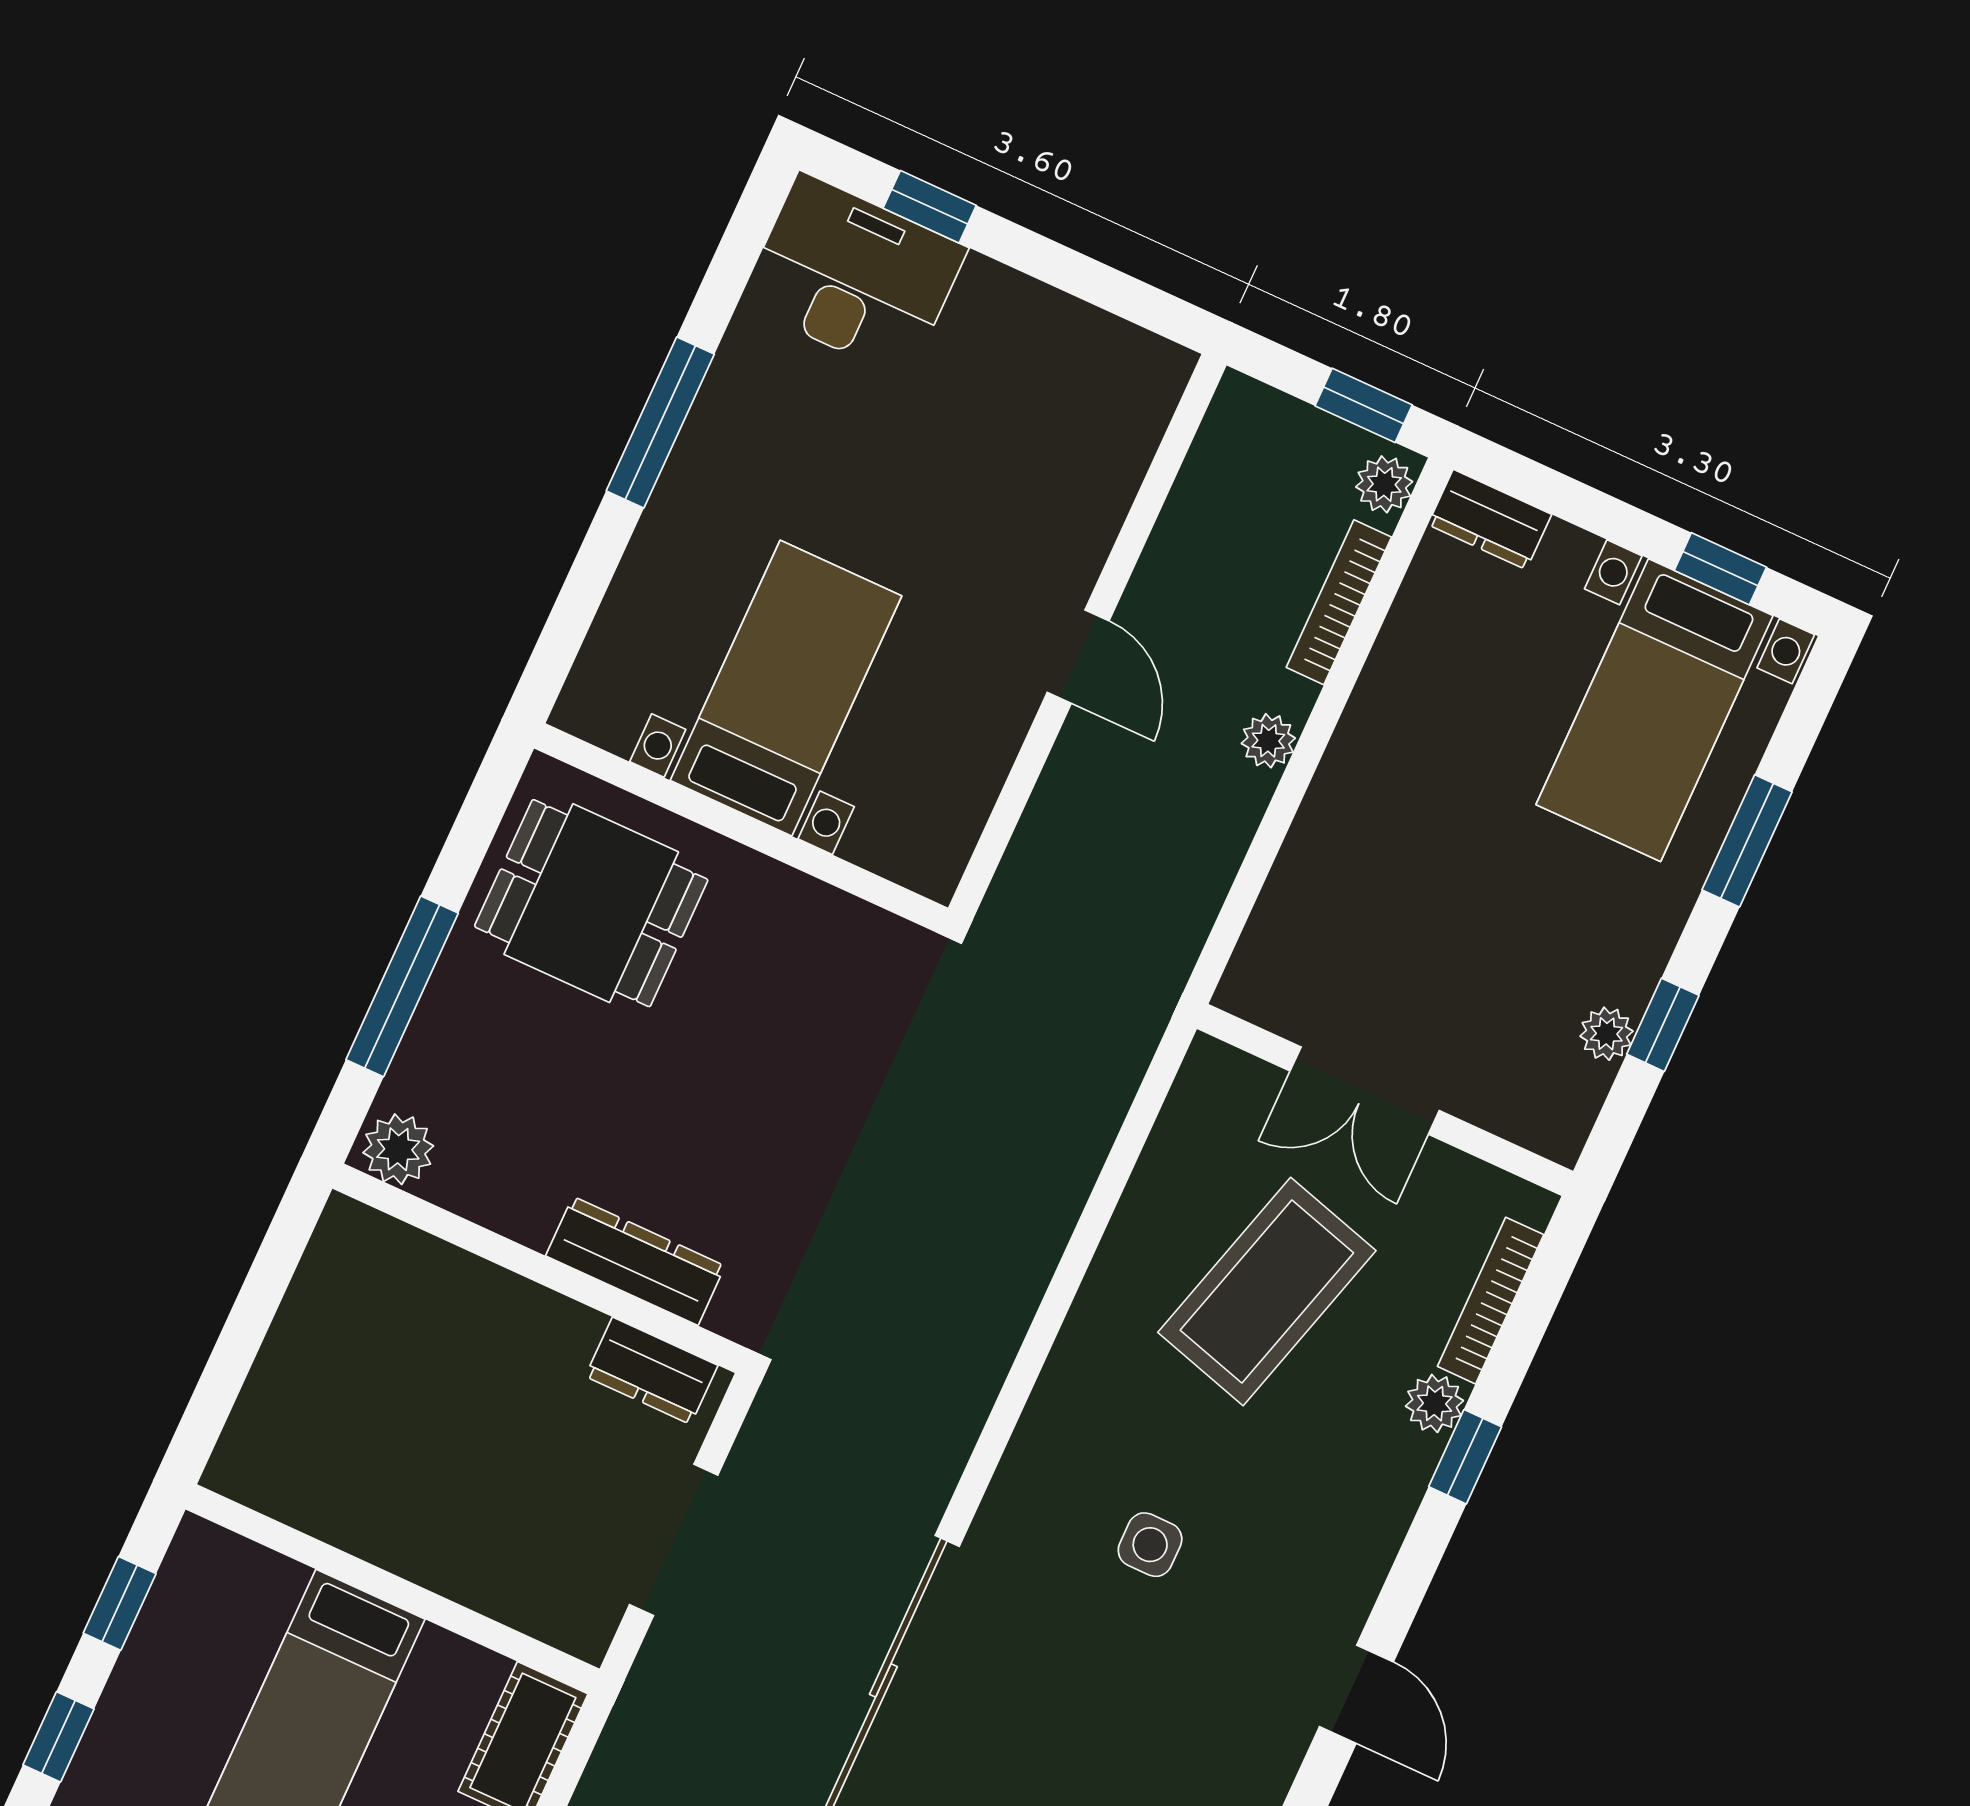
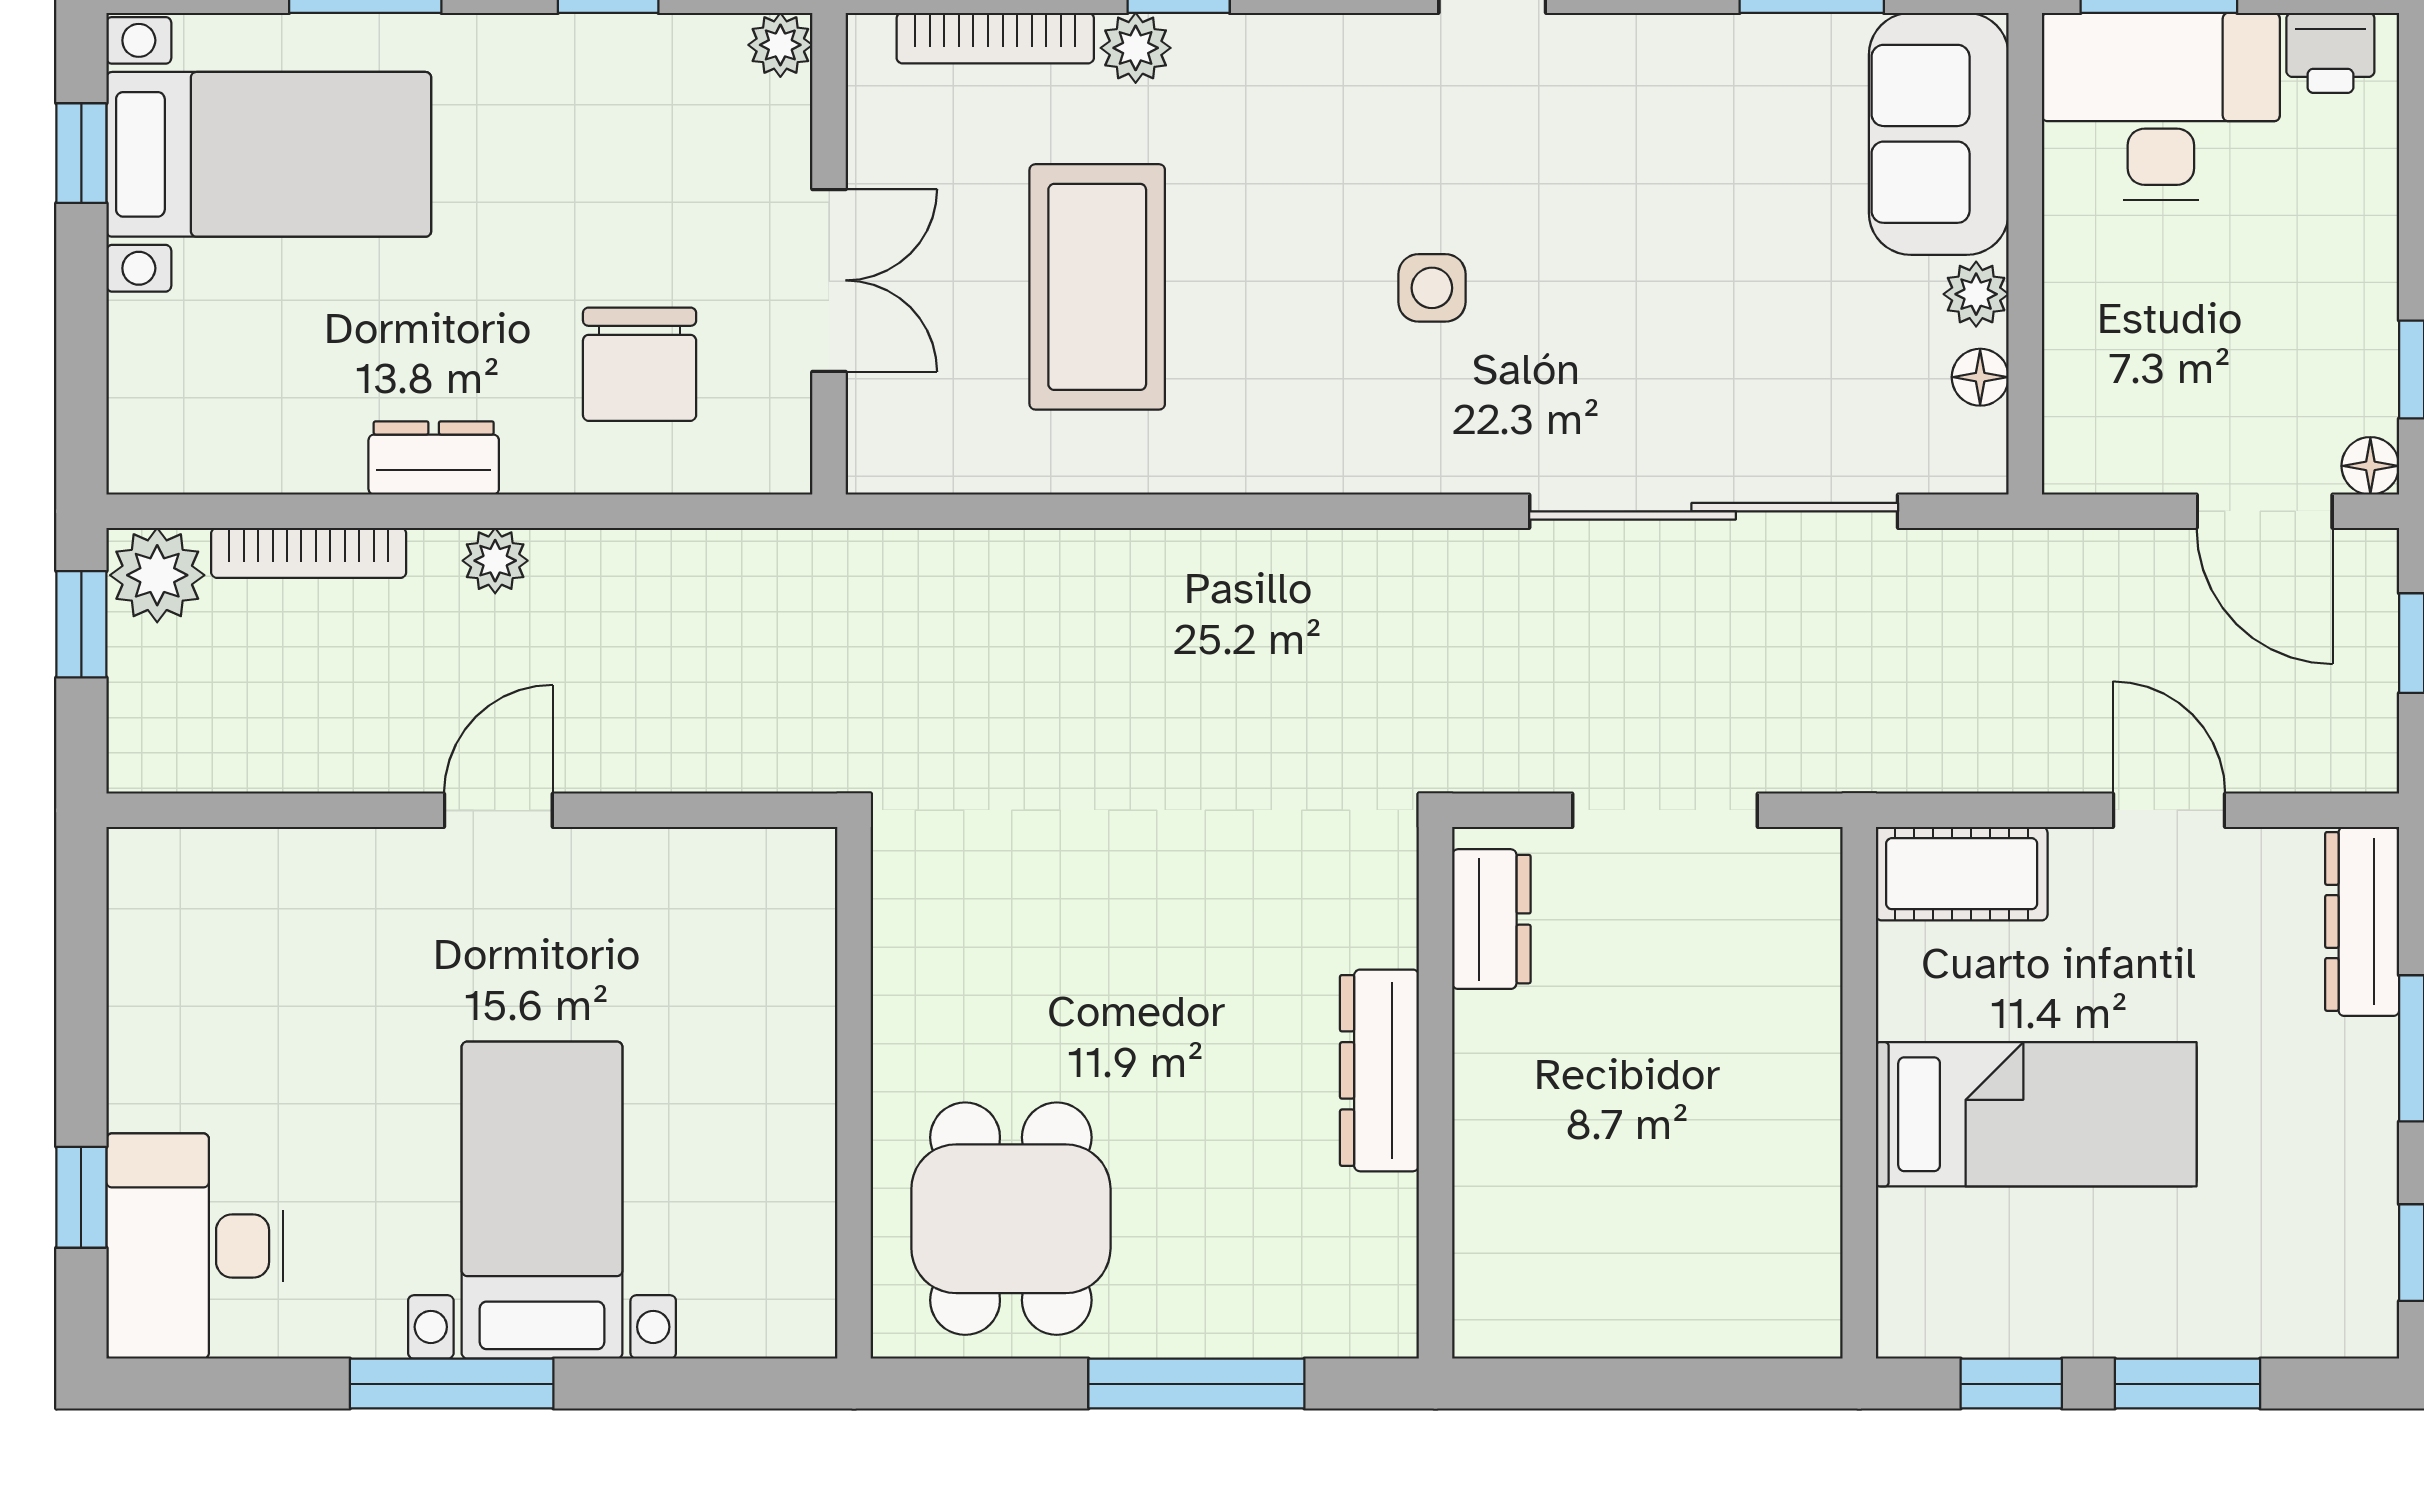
plant: (1384, 484) -> (157, 575), width x1.38, depth x1.38
dresser: (1490, 520) -> (434, 458), moved, turned -90
bed with nightstands: (786, 688) -> (542, 1200), moved, turned 90
chair: (1367, 918) -> (640, 364), added
plant: (1607, 1034) -> (780, 45), moved
plant: (398, 1149) -> (1376, 1306), removed
dresser: (635, 1261) -> (1379, 1070), moved
coffee table: (1267, 1292) -> (1097, 287), turned 74
window: (59, 1737) -> (2187, 1384), width x1.50

